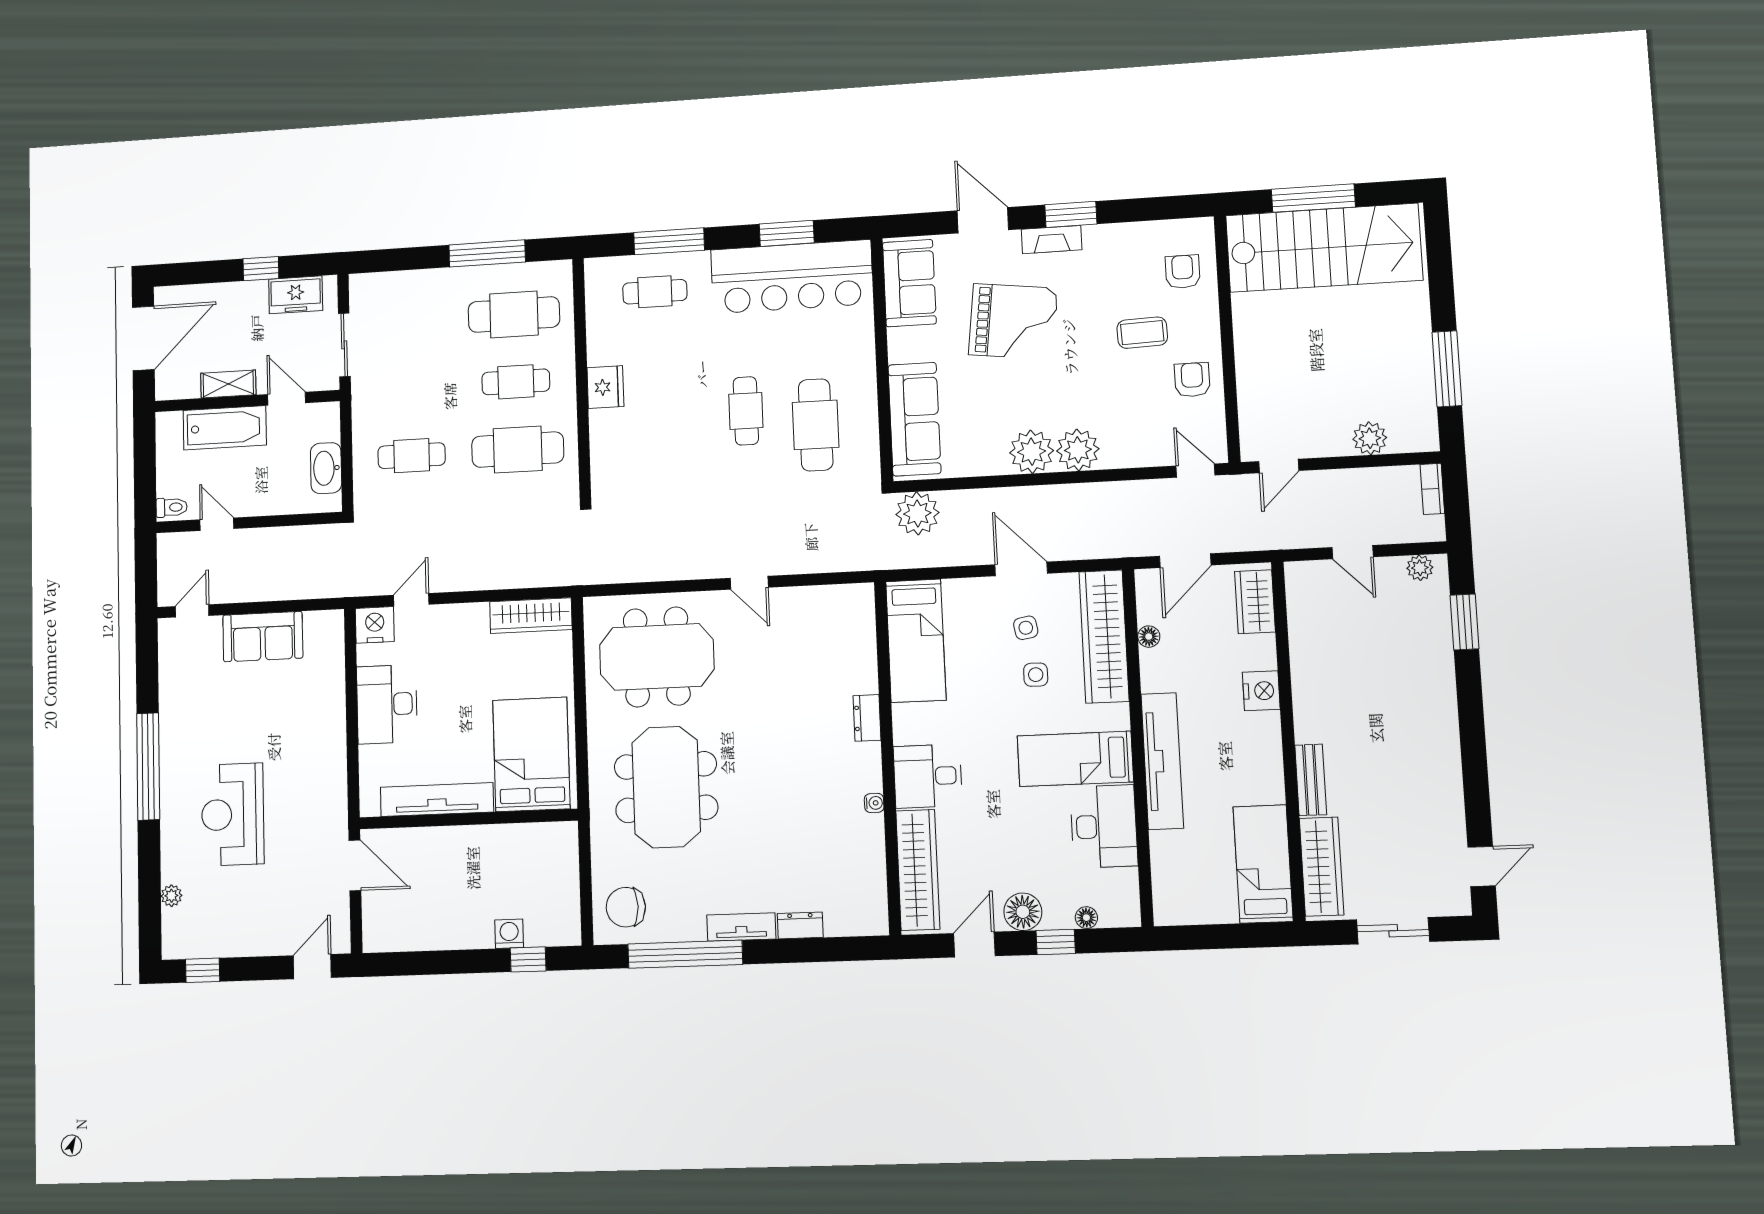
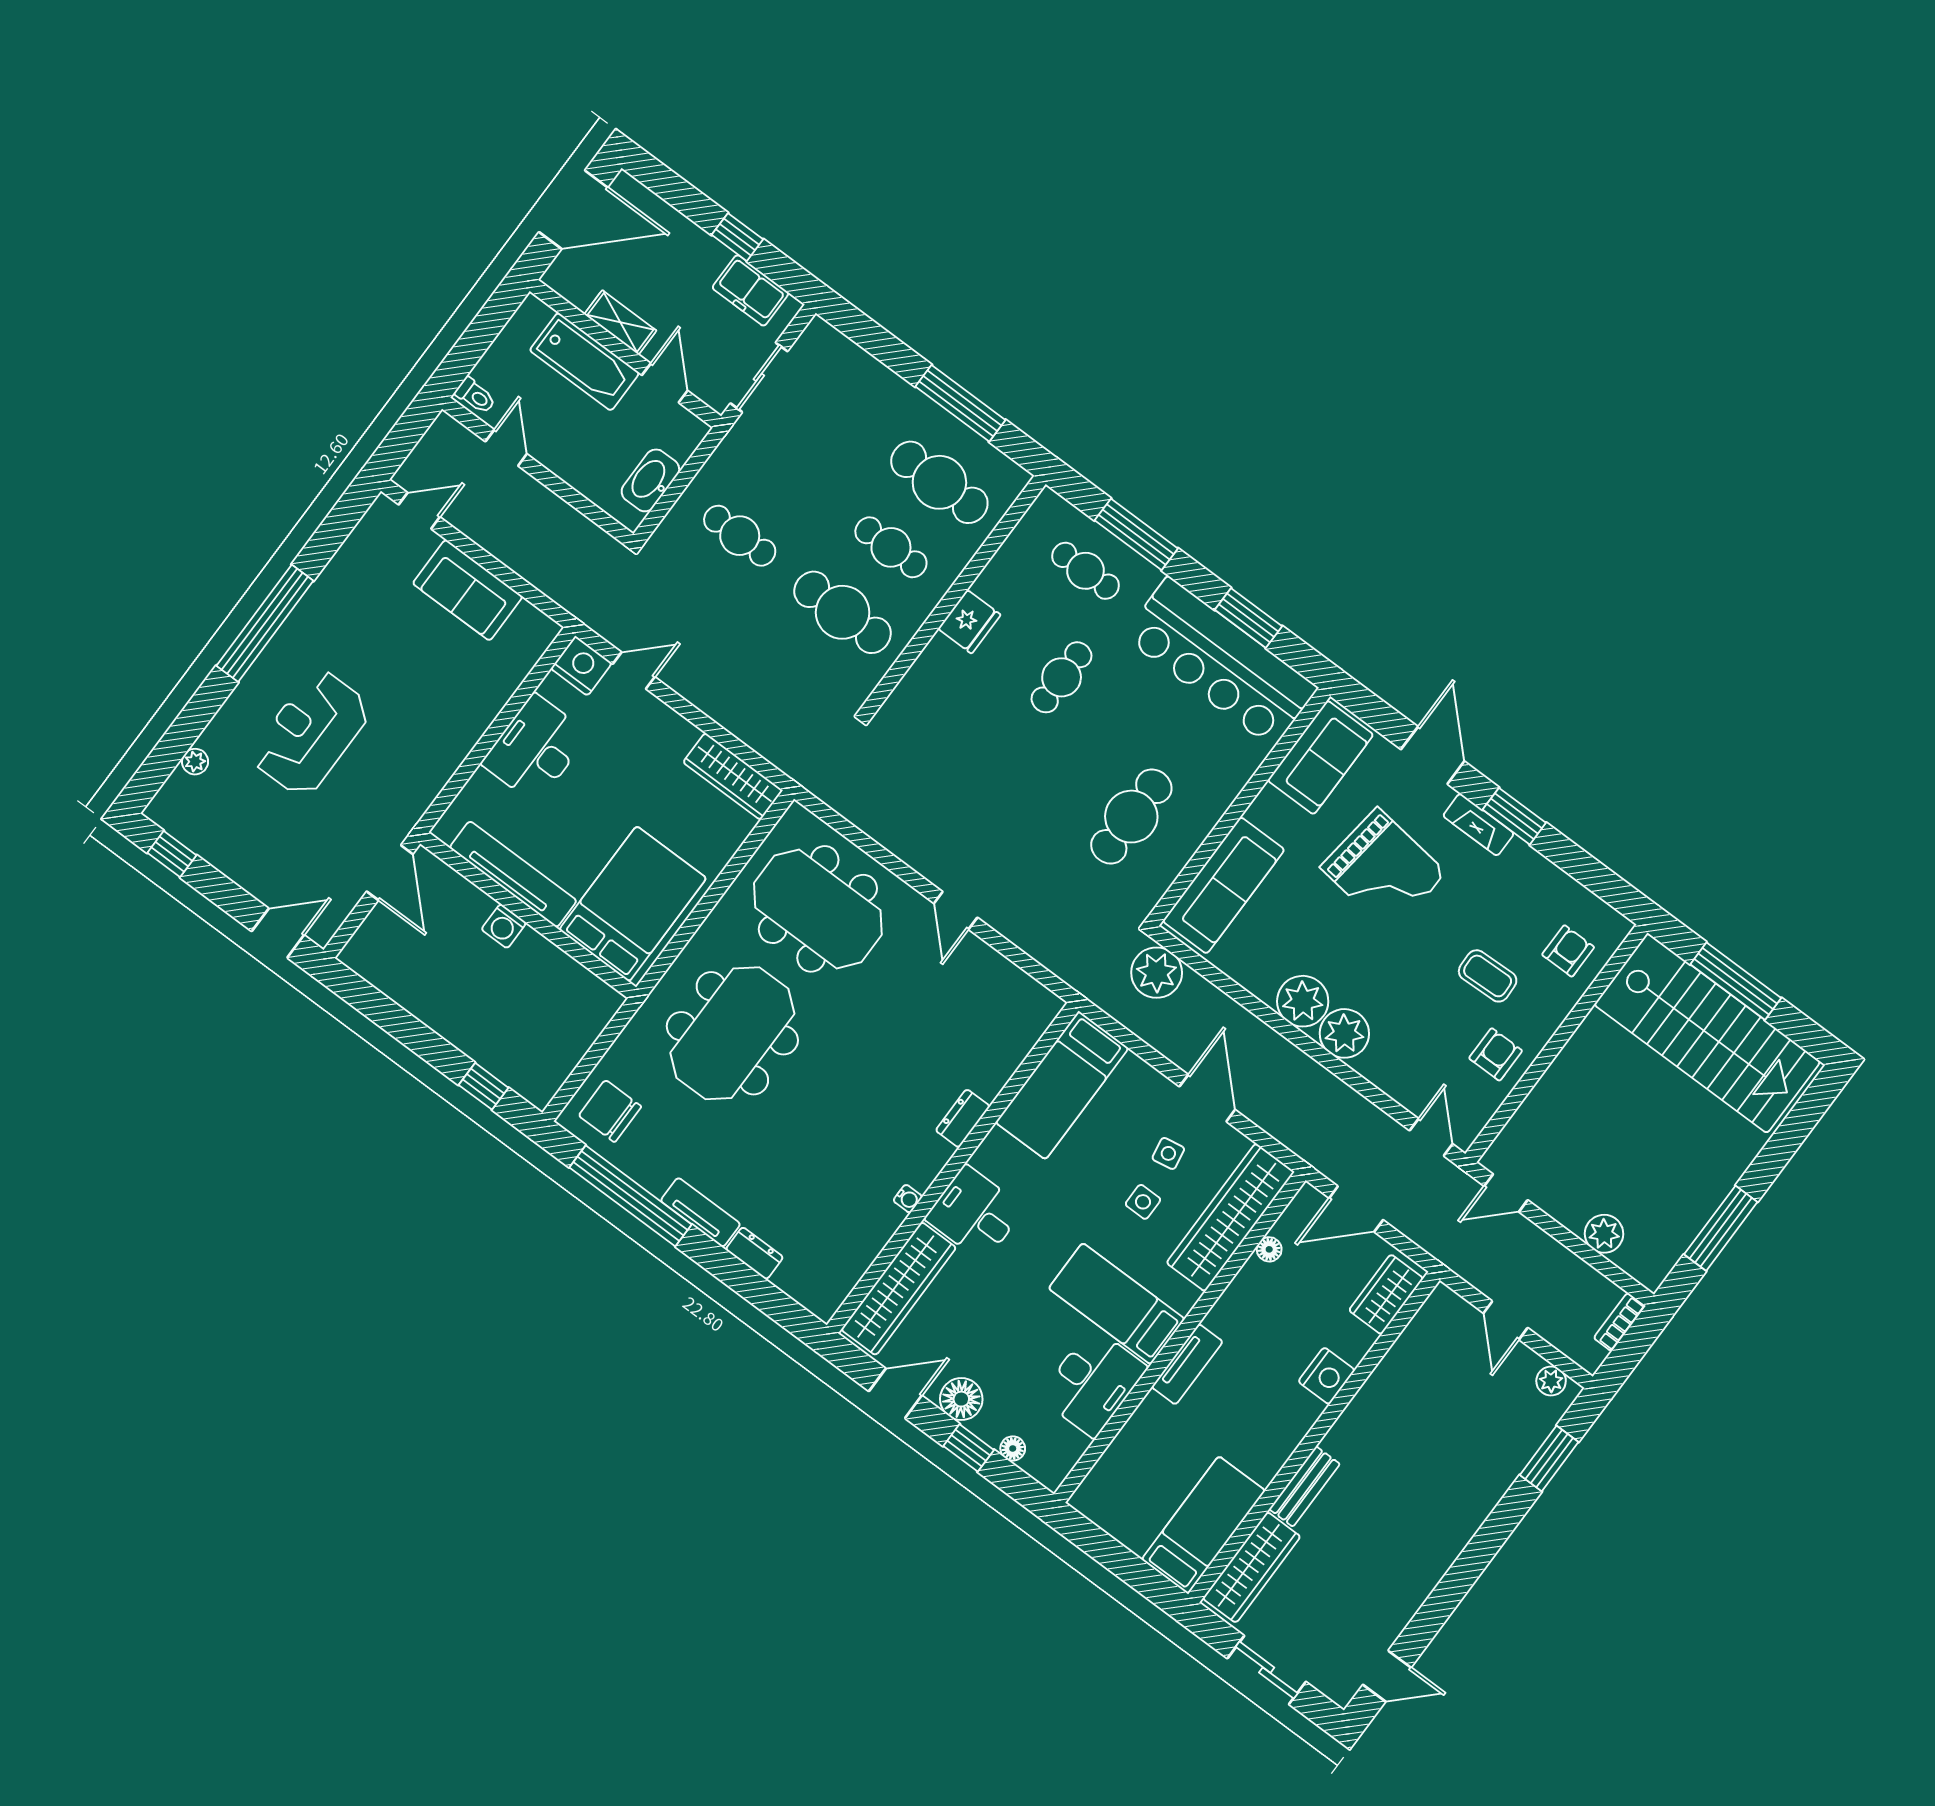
cafe table: (746, 411) -> (1062, 677), moved
tv unit: (1162, 761) -> (1187, 1364), width x0.52, depth x0.78
washing machine: (509, 934) -> (504, 926), moved, turned 180

